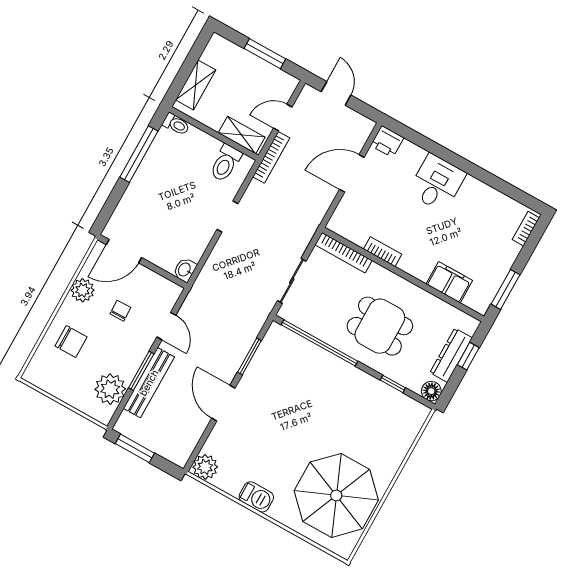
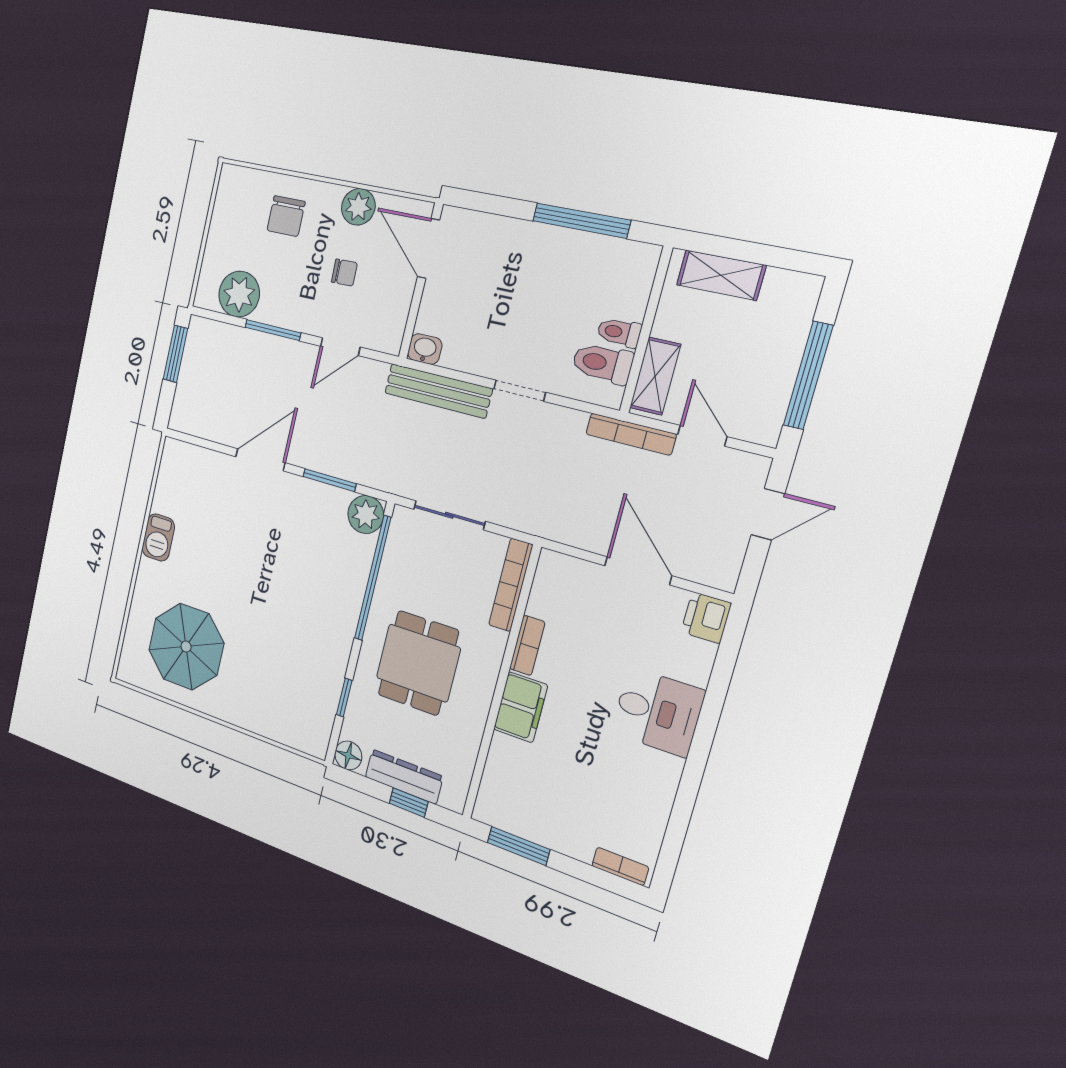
window: (265, 54) -> (808, 376), width x1.44
toilet: (176, 124) -> (619, 332), moved, turned 90
filing cabinet: (449, 282) -> (521, 707), moved
bench: (149, 383) -> (438, 391), moved
plant: (205, 467) -> (366, 515), moved
parasol: (336, 495) -> (186, 647), width x0.73, depth x0.73

